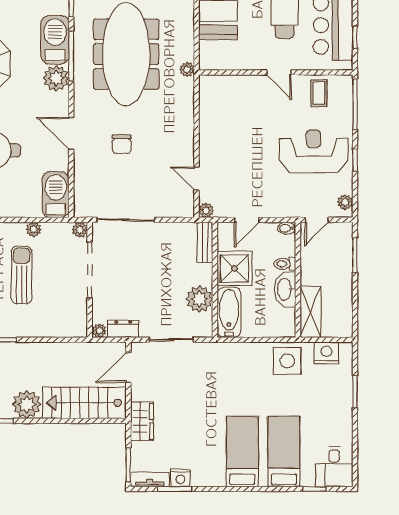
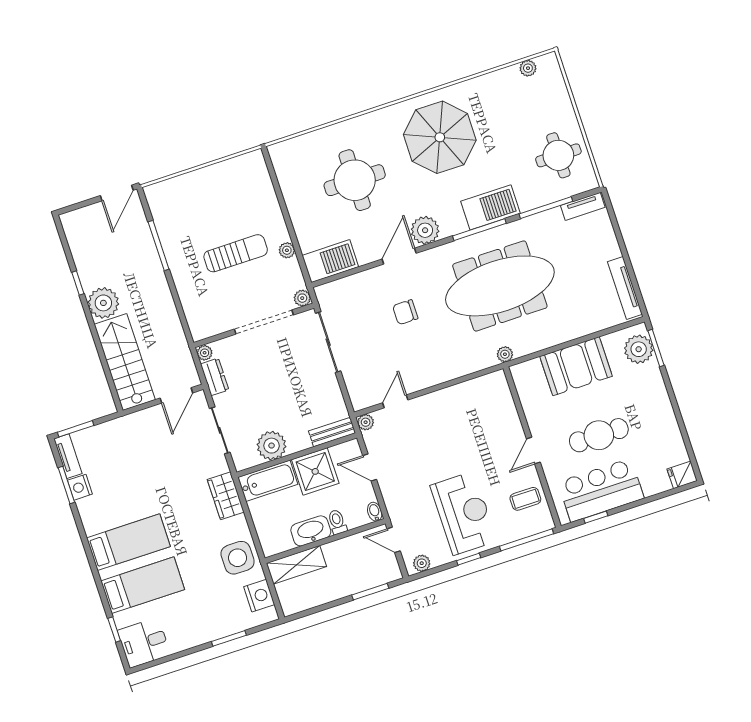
plant: (56, 78) -> (425, 230), moved
door: (128, 367) -> (176, 395), swing flipped
wardrobe: (142, 421) -> (226, 496), moved, turned 90

